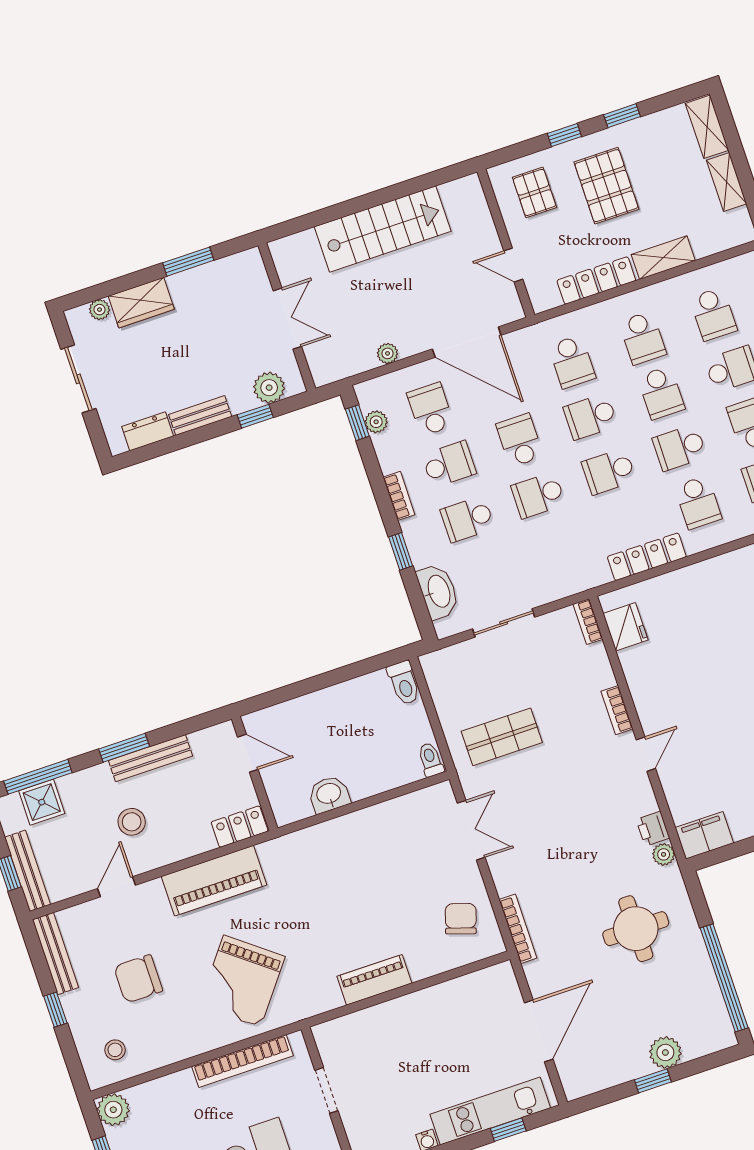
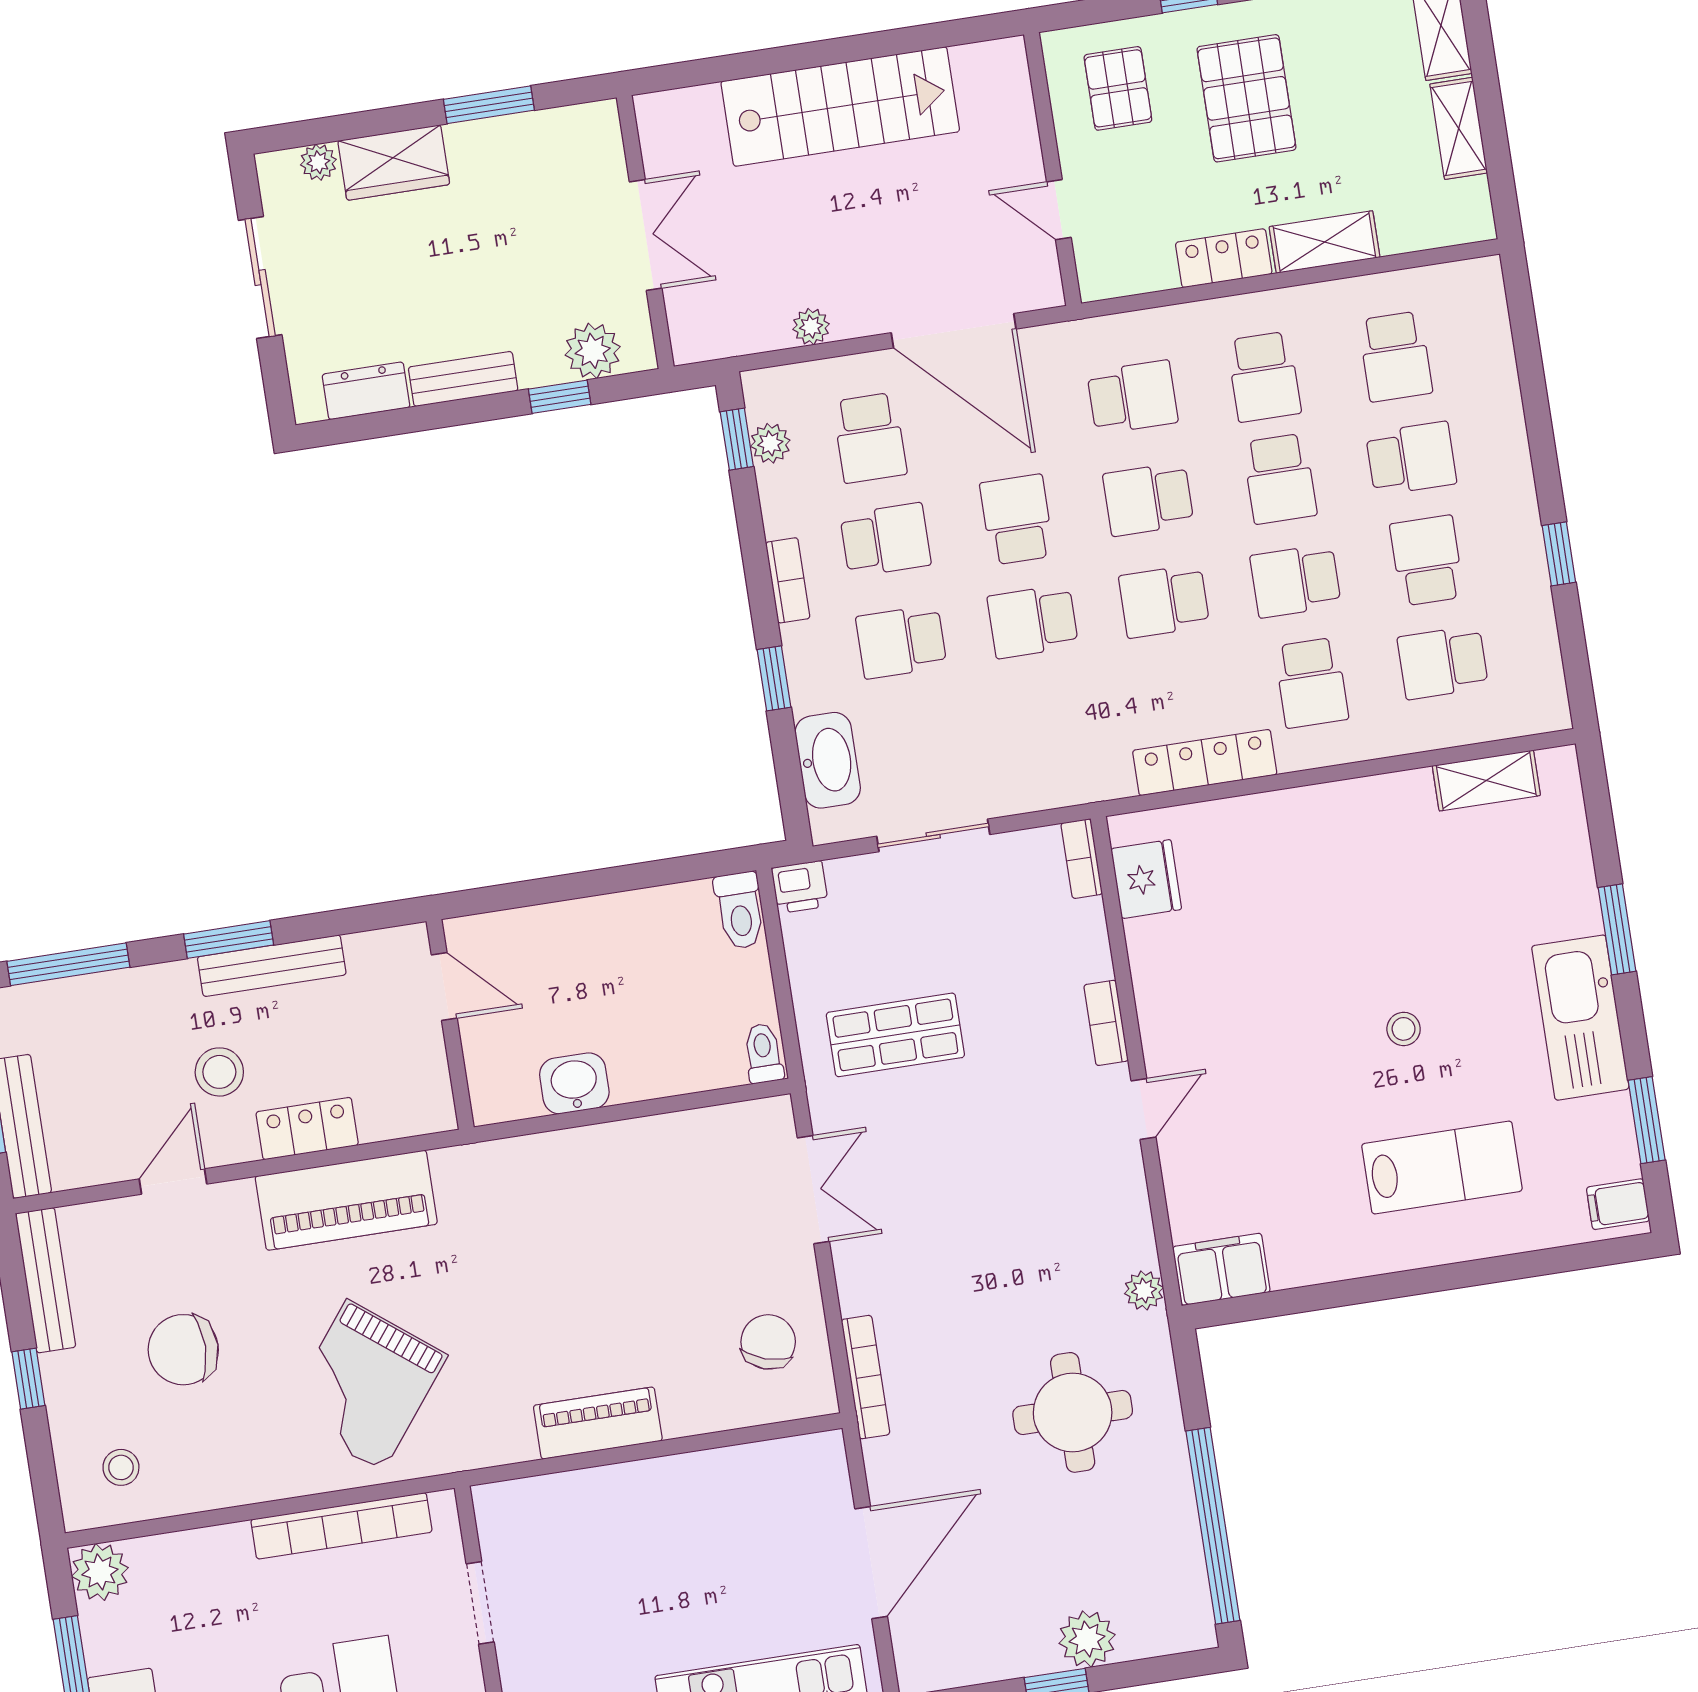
locker: (596, 280) -> (1224, 258), width x0.66
school desk: (572, 362) -> (1133, 397), turned -90
school desk: (431, 409) -> (870, 438), turned 180
shower: (42, 802) -> (67, 1010), removed
locker: (240, 827) -> (307, 1129), moved
printer: (653, 829) -> (800, 887), moved, turned -90

